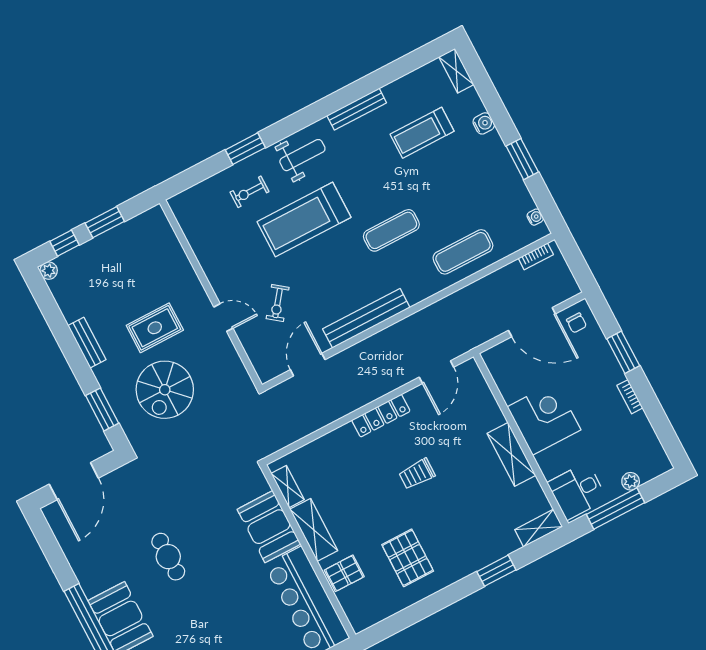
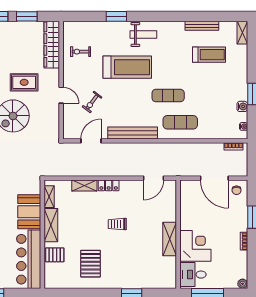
bench: (357, 109) -> (202, 26), moved
water cooler: (484, 123) -> (242, 106), moved
treadmill: (422, 133) -> (209, 55), turned 180
exercise bike: (249, 192) -> (81, 52), moved
treadmill: (304, 219) -> (127, 67), turned 180
wardrobe: (167, 246) -> (52, 45), added
exercise mat: (463, 252) -> (180, 122), moved
locker: (381, 416) -> (109, 185), width x0.66
corner desk: (544, 418) -> (195, 246), moved
plant: (631, 481) -> (243, 284), moved
shelving: (539, 528) -> (84, 186), moved

